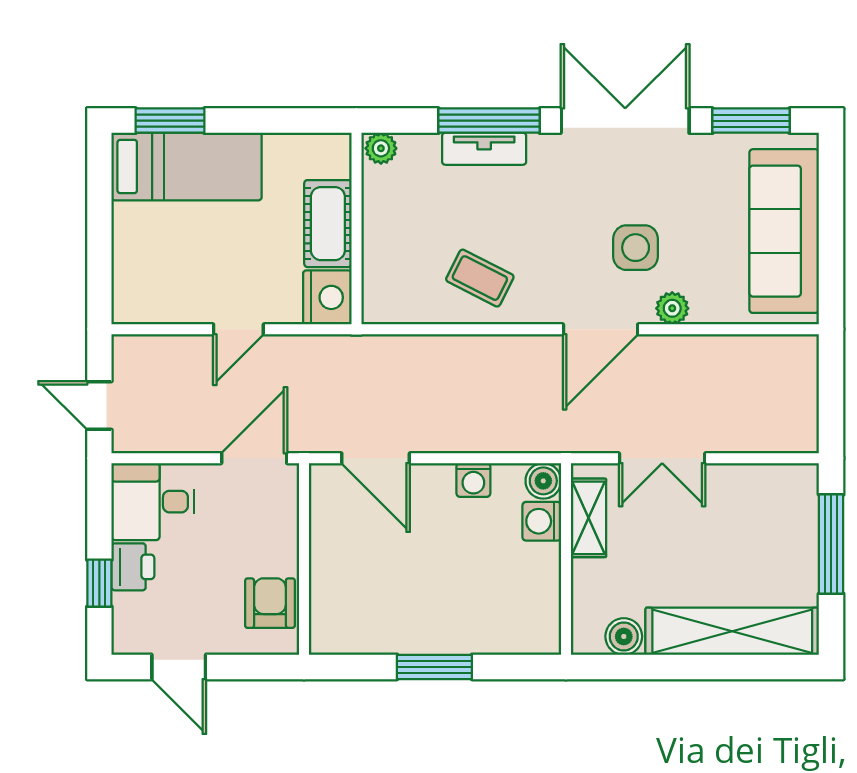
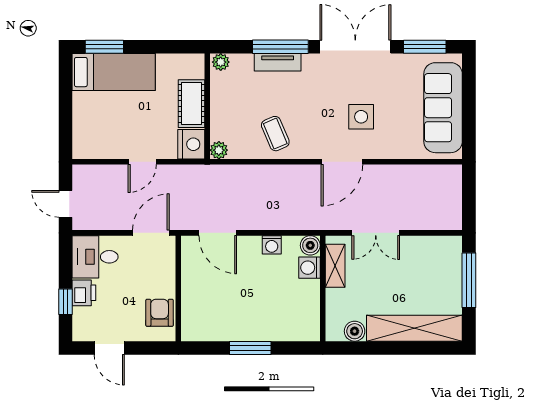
coffee table: (480, 278) -> (275, 134), turned 40
plant: (672, 308) -> (219, 150), moved

